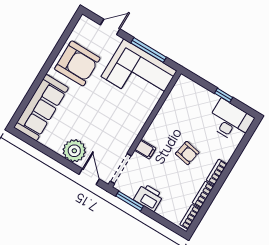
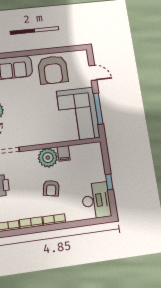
plant: (157, 134) -> (48, 158), added
filing cabinet: (145, 149) -> (64, 153), moved

